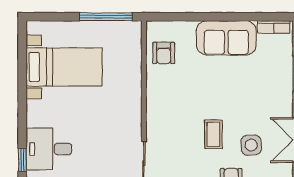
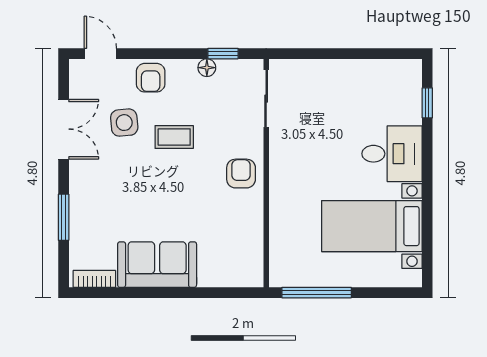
armchair: (164, 53) -> (241, 174), moved
coffee table: (213, 134) -> (174, 137), turned 90
desk: (49, 149) -> (392, 154), moved

